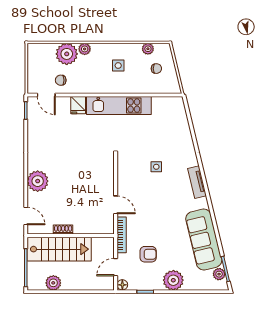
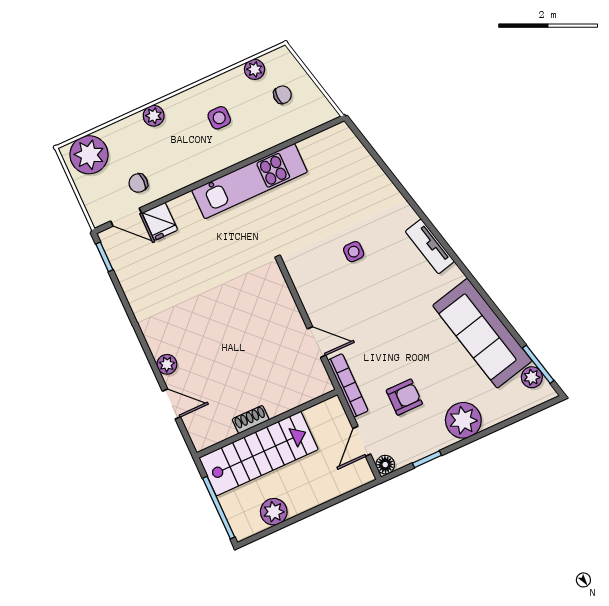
plant: (67, 54) -> (89, 155), moved
fridge: (78, 105) -> (160, 221), moved
plant: (38, 181) -> (167, 364), width x0.53, depth x0.53
door: (26, 216) -> (171, 404), moved

